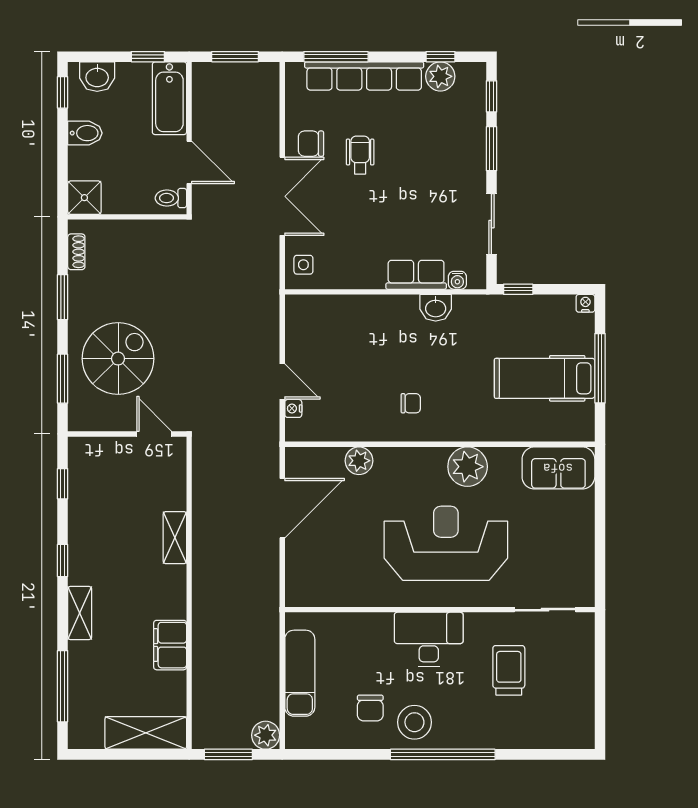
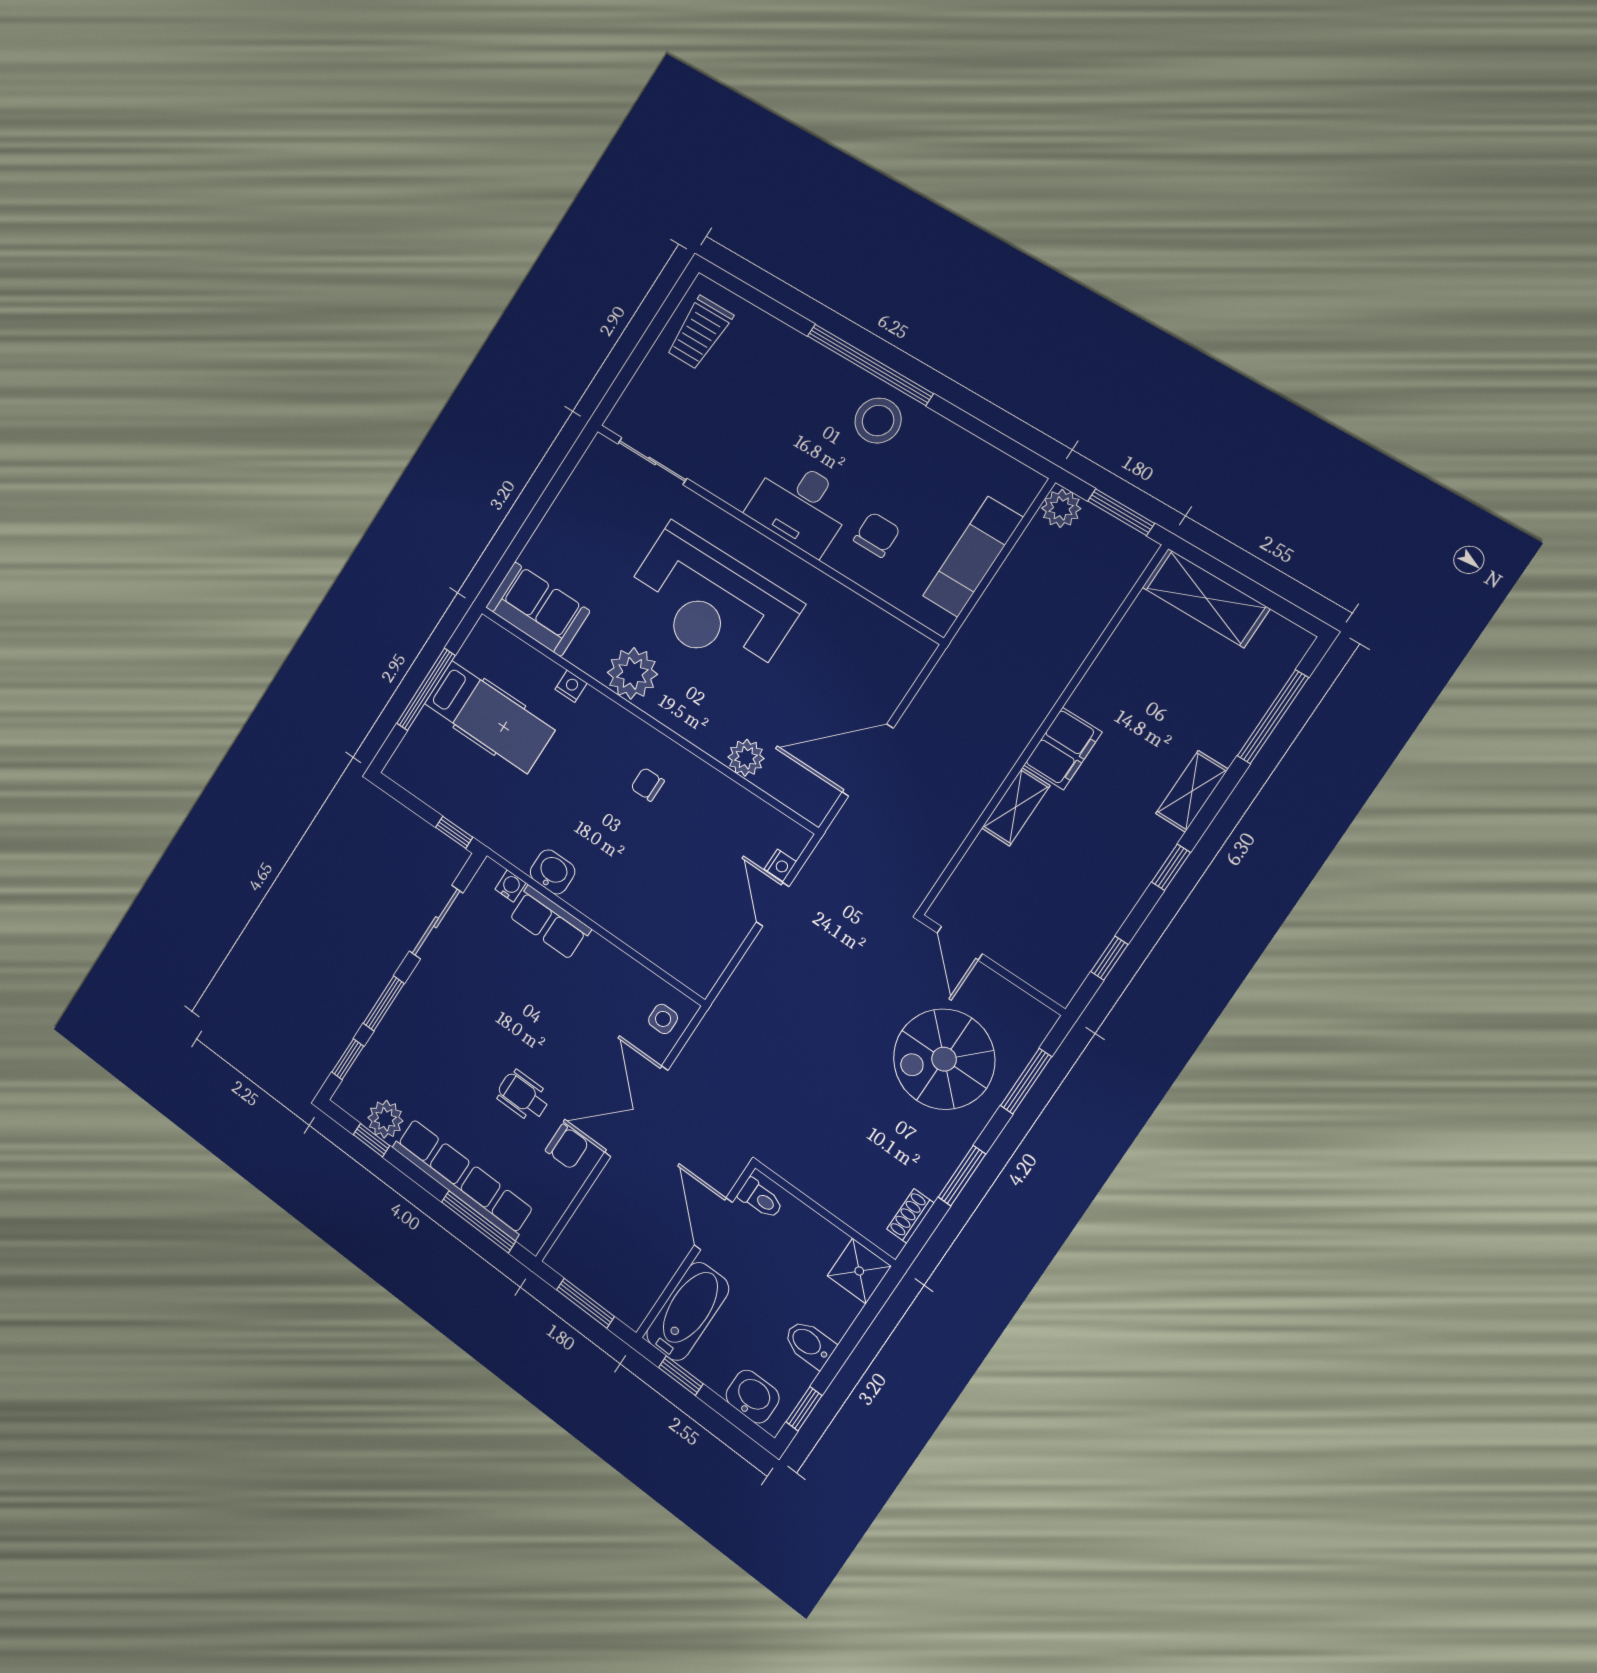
wheelchair: (360, 155) -> (523, 1096), turned 90
nightstand: (585, 303) -> (571, 686), moved, turned 180
filing cabinet: (170, 645) -> (1063, 749), moved
trolley: (509, 670) -> (699, 333), moved
chair: (370, 708) -> (877, 535), moved

